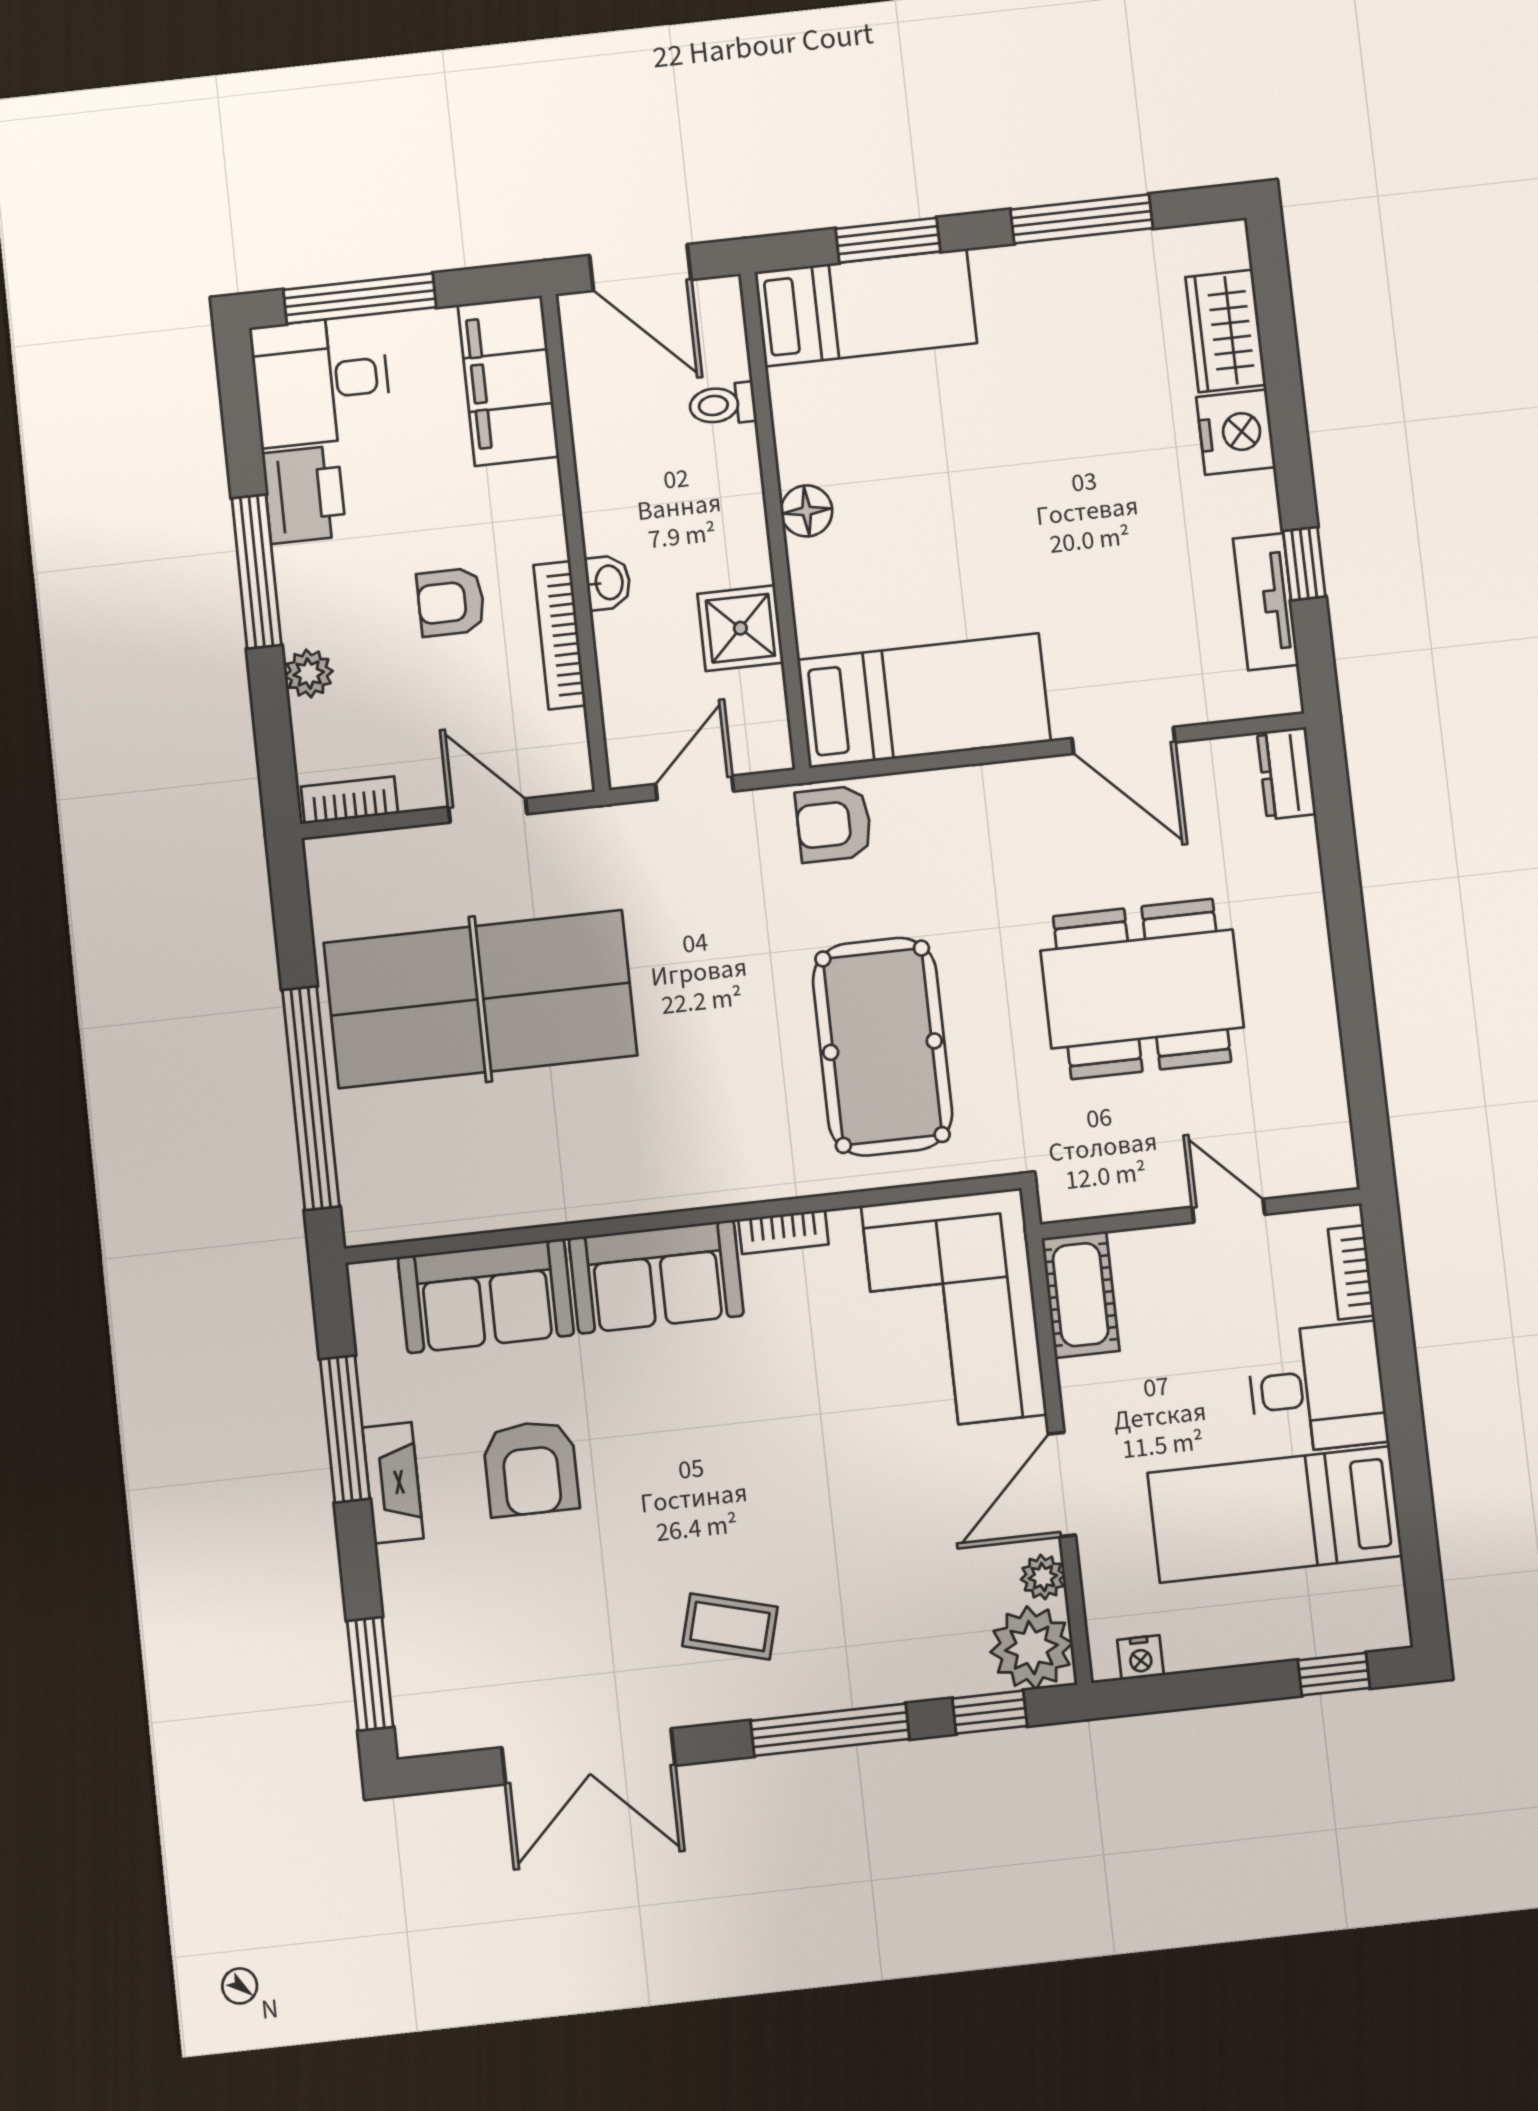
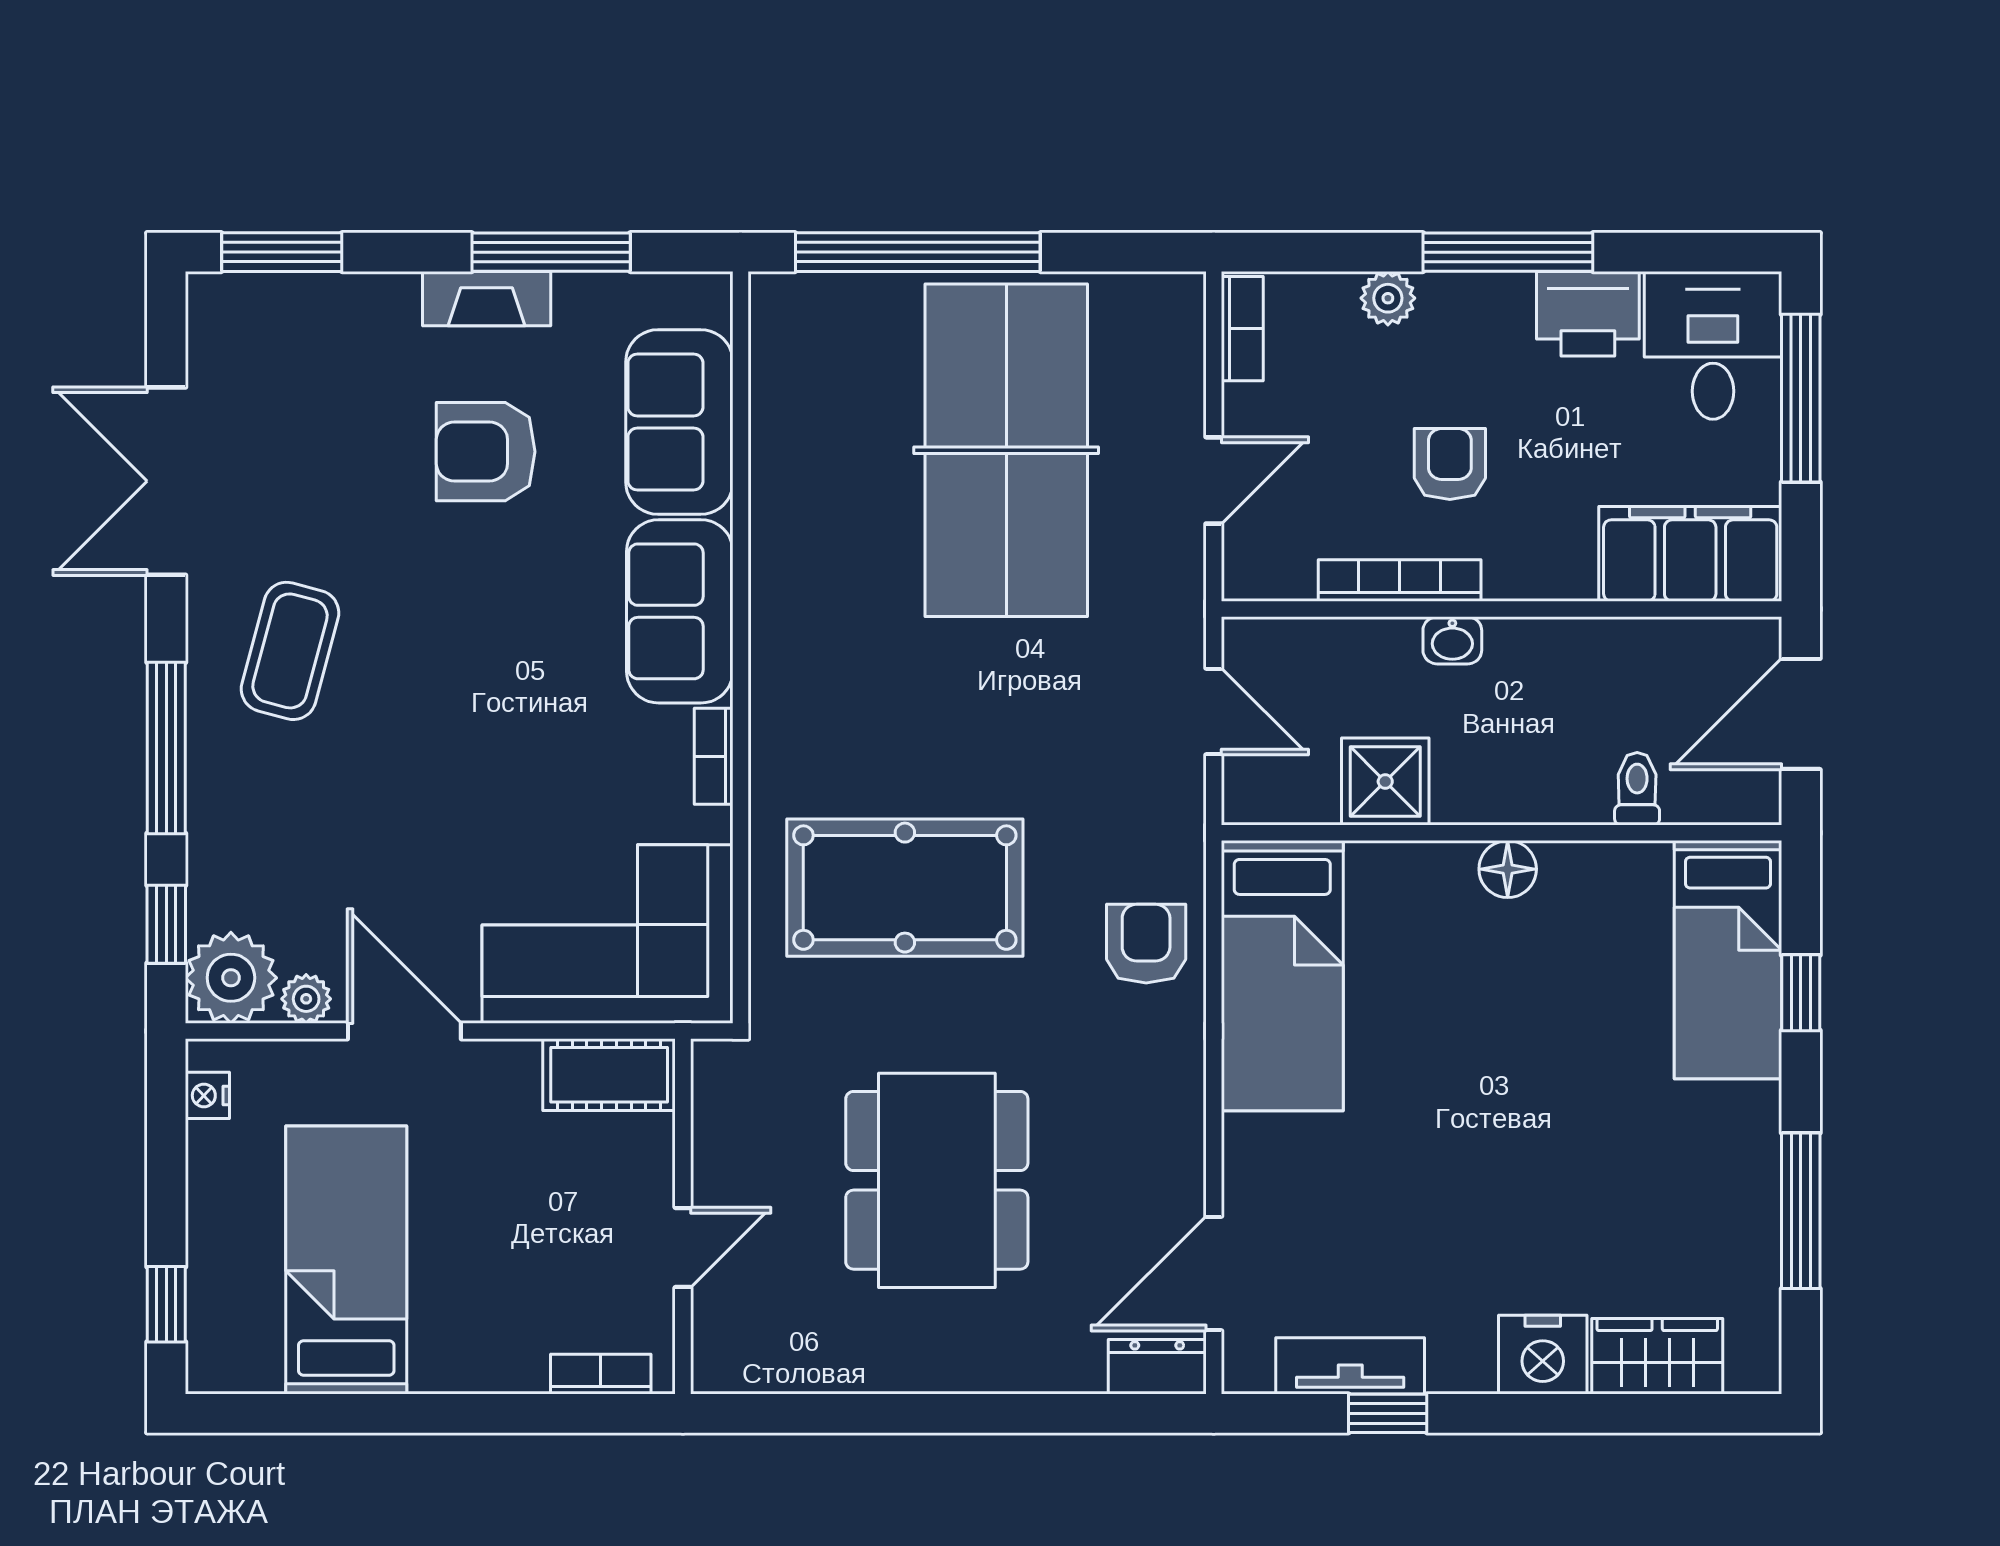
window: (888, 240) -> (1801, 993), width x0.67
door: (1123, 740) -> (1214, 1274), moved
armchair: (834, 824) -> (1146, 944), moved
desk: (1317, 1388) -> (479, 1322), removed
coffee table: (730, 1626) -> (290, 651), width x1.36, depth x1.30

